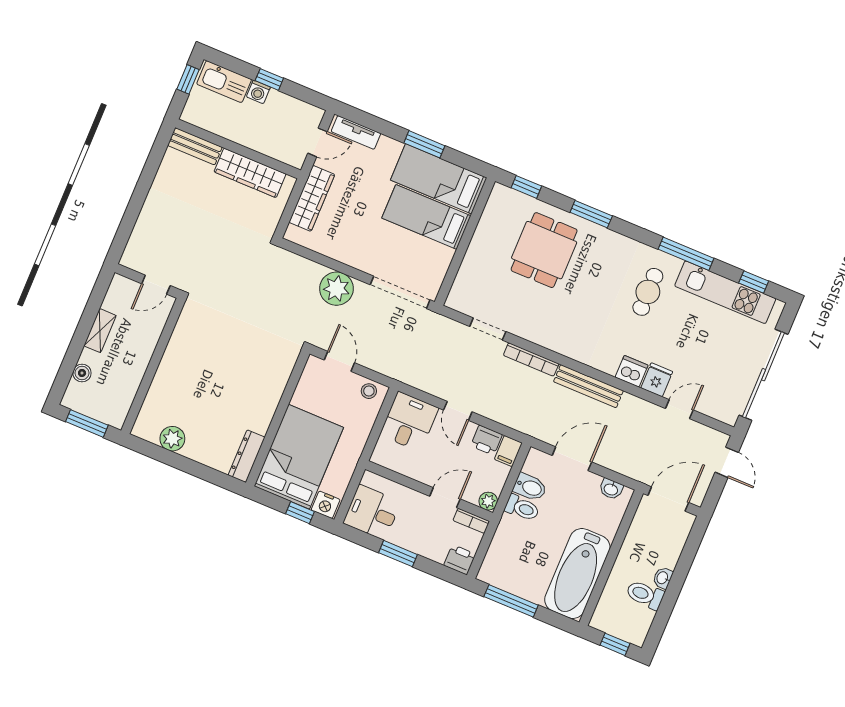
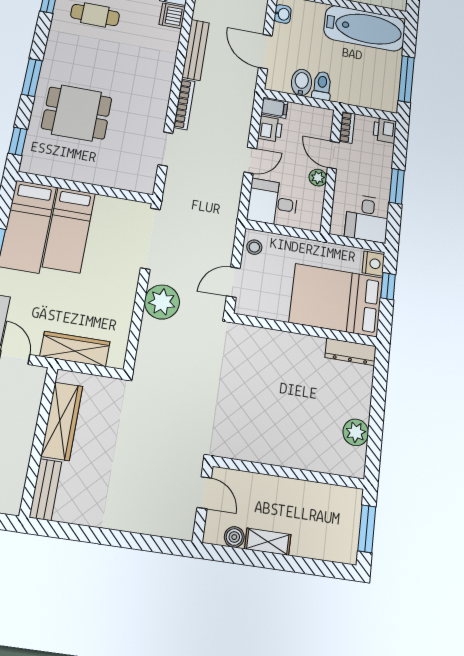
boiler: (82, 373) -> (234, 537), moved
plant: (488, 501) -> (318, 178), moved

